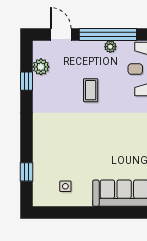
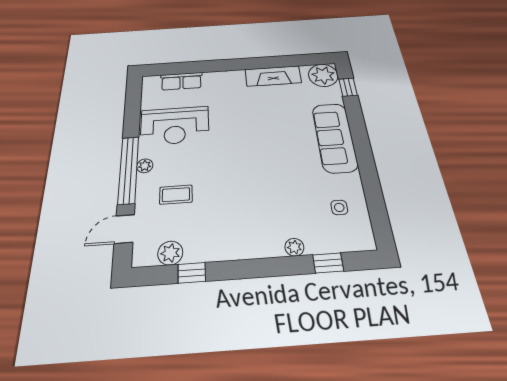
coffee table: (91, 90) -> (176, 195), moved
plant: (39, 151) -> (294, 247), added

